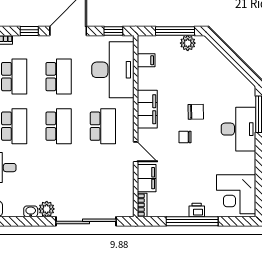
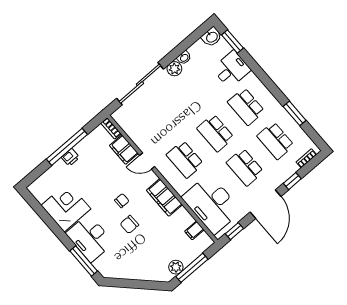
corner desk: (236, 194) -> (66, 207), moved

